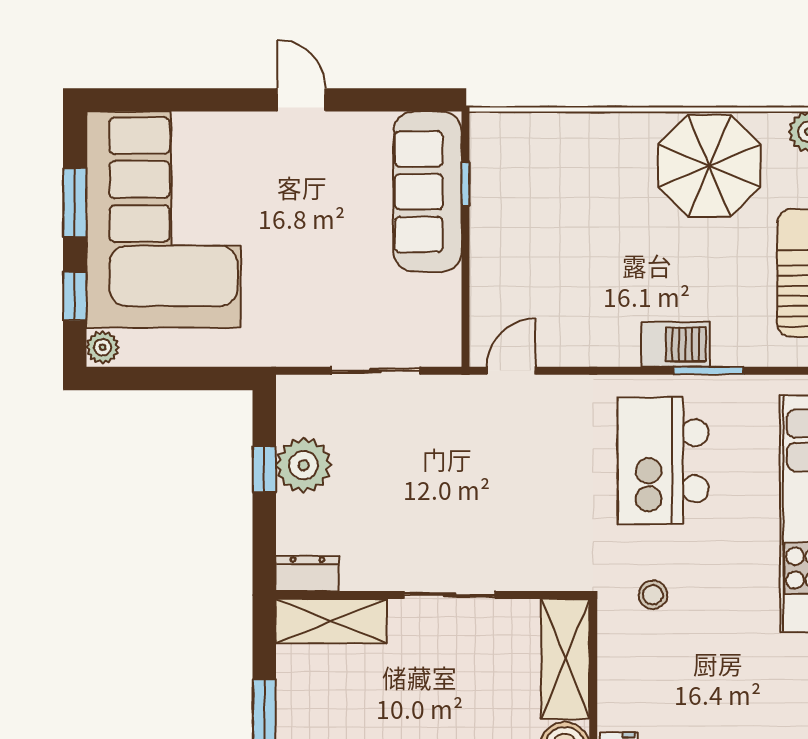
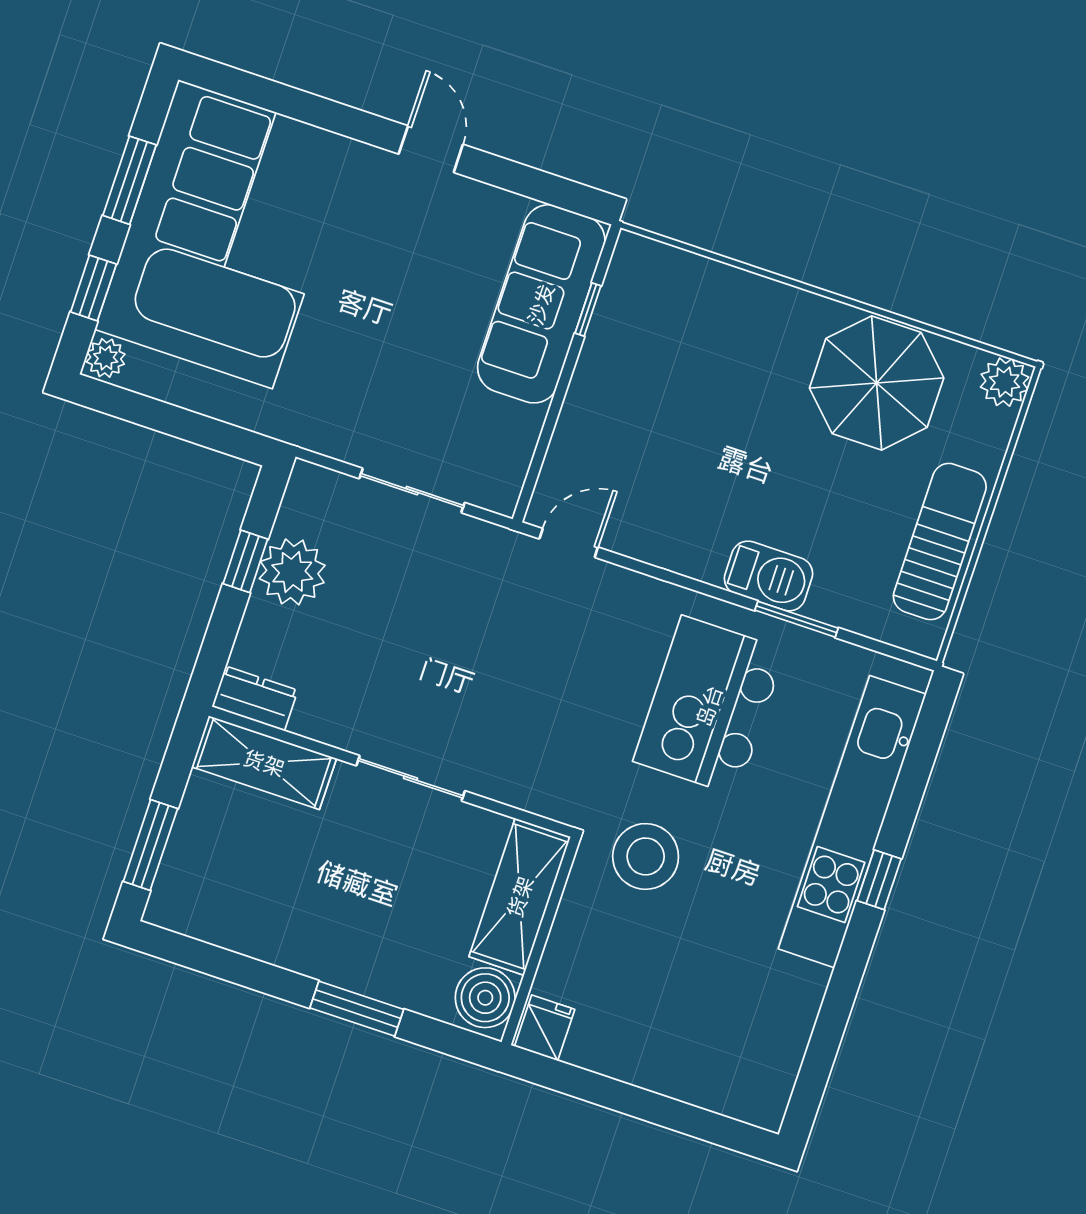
stool: (653, 595) -> (646, 856), width x1.89, depth x1.89

